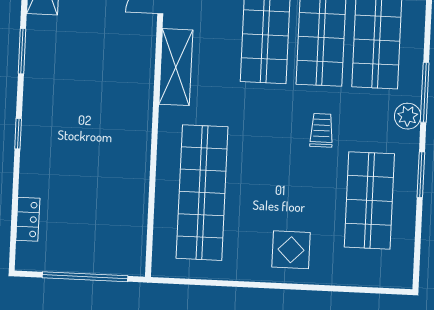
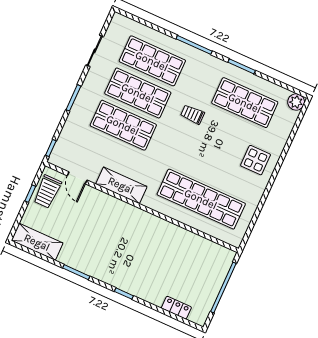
plant: (408, 116) -> (296, 102), moved

